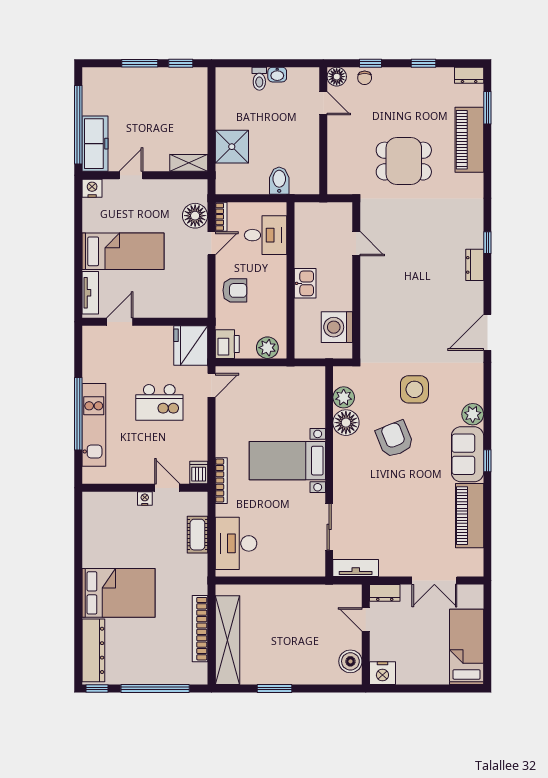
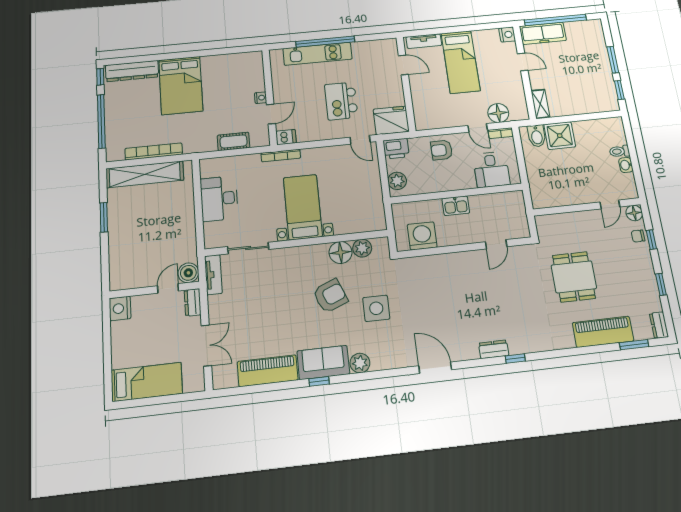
bidet: (279, 181) -> (537, 136), moved, turned 90
armchair: (235, 290) -> (442, 150), turned 90
desk: (236, 543) -> (219, 199), moved, turned -90
double door: (434, 580) -> (206, 345), swing flipped
boiler: (350, 661) -> (188, 273), moved

